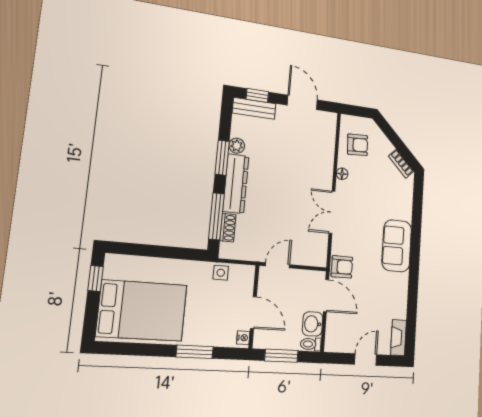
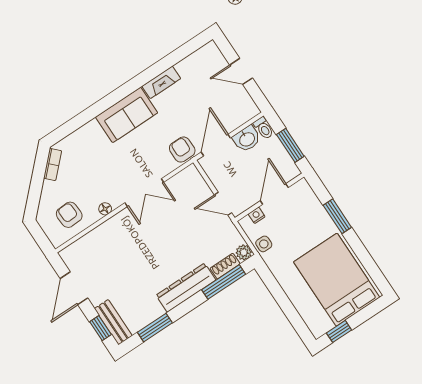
plant: (237, 146) -> (244, 252), moved
window: (222, 158) -> (155, 328), moved
nightstand: (243, 338) -> (257, 215), moved
fireplace: (399, 338) -> (161, 82), moved

